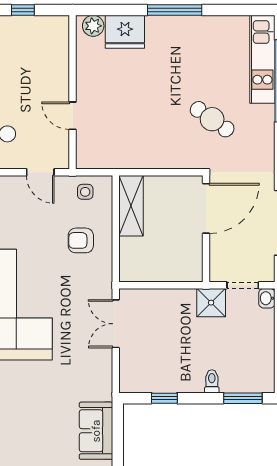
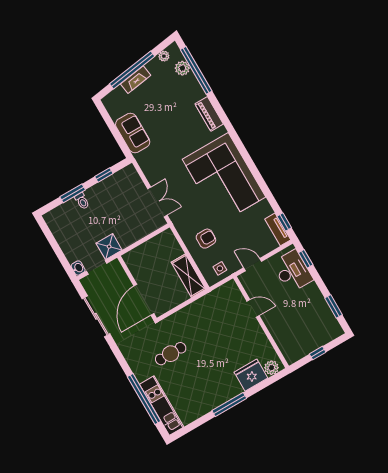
cafe table: (212, 119) -> (171, 354), turned -35
window: (243, 398) -> (73, 193), moved

